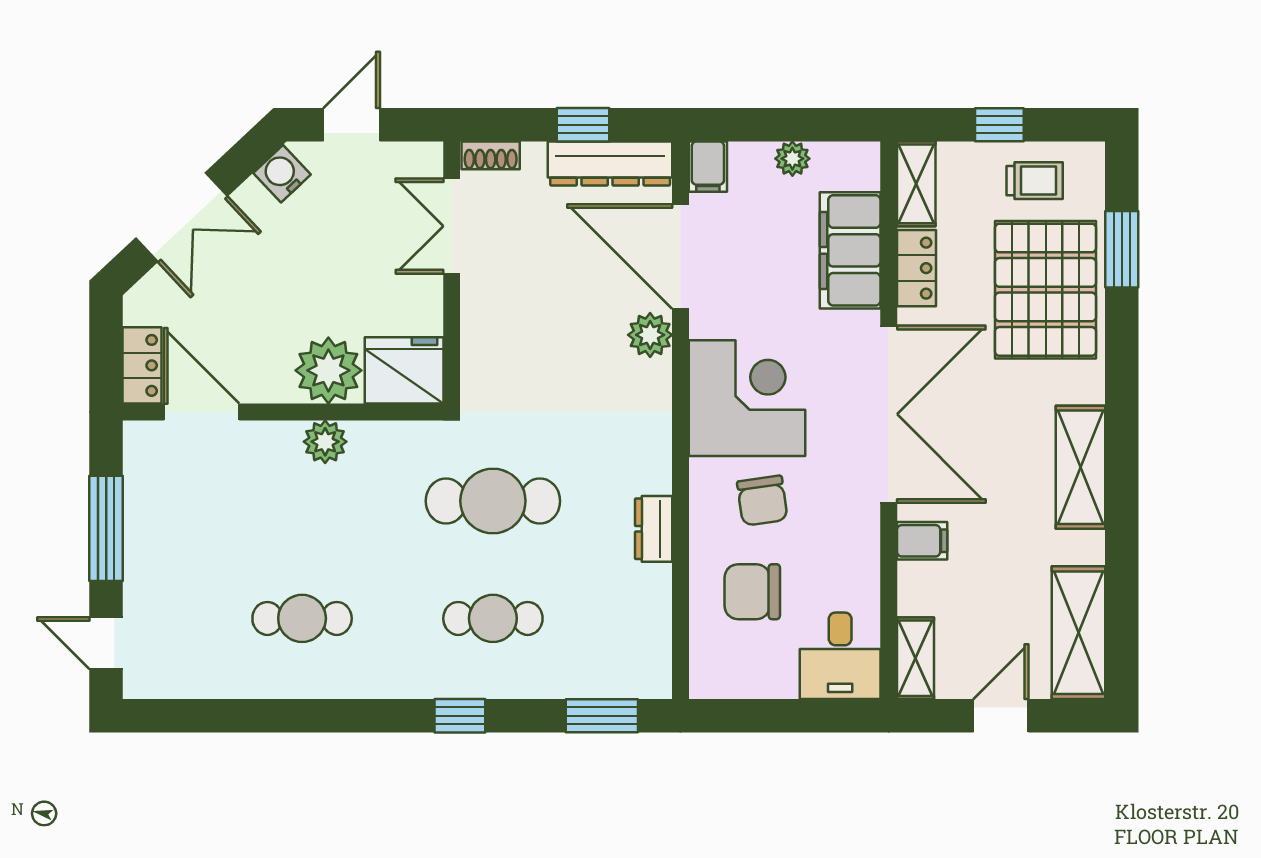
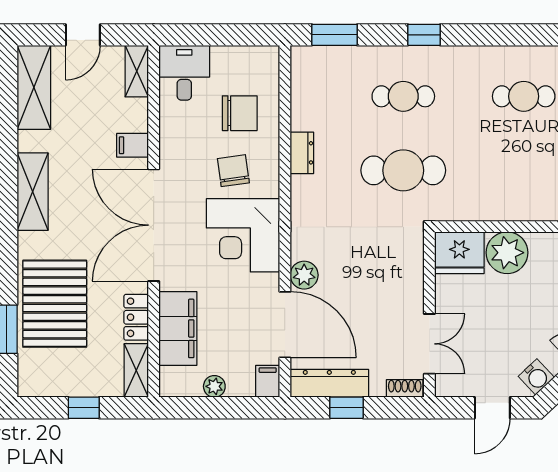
trolley: (1035, 181) -> (62, 373), removed
plant: (325, 442) -> (509, 208), removed

